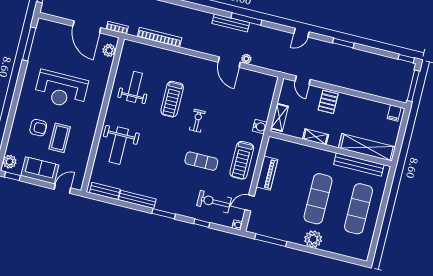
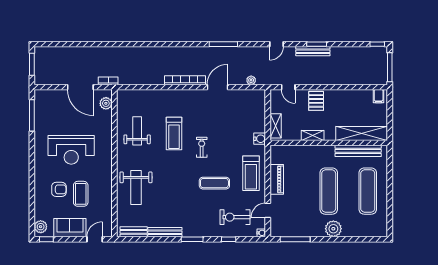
bench: (231, 23) -> (313, 51), moved
bookcase: (159, 37) -> (185, 80), moved
plant: (246, 59) -> (251, 80), moved
door: (229, 62) -> (217, 87), swing flipped

